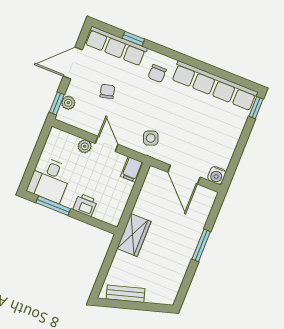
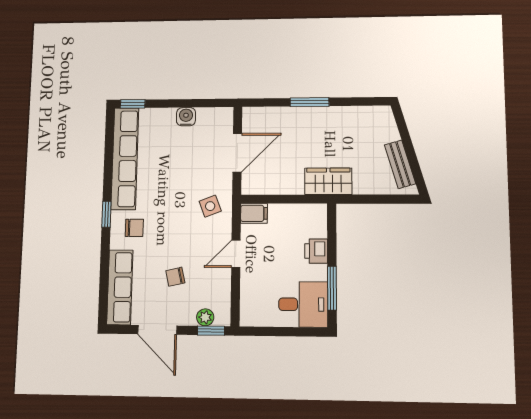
window: (133, 39) -> (106, 214), moved
plant: (85, 146) -> (248, 278), removed
water cooler: (217, 175) -> (186, 117), moved, turned -90

